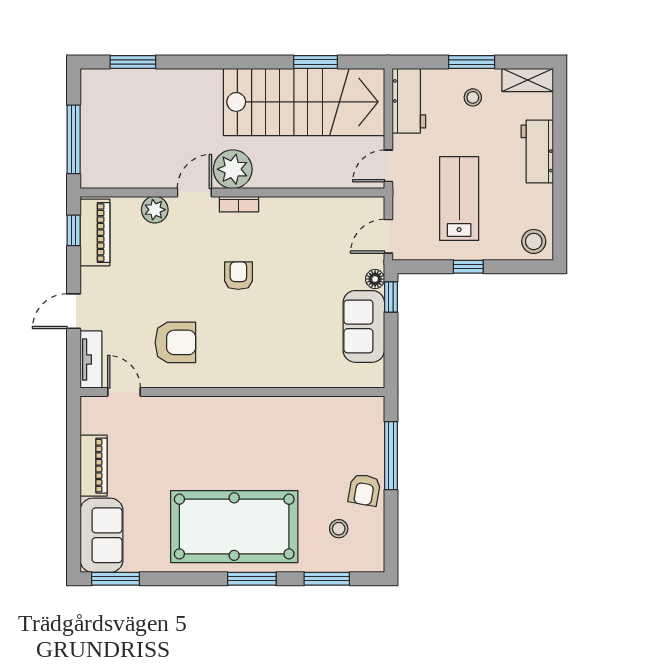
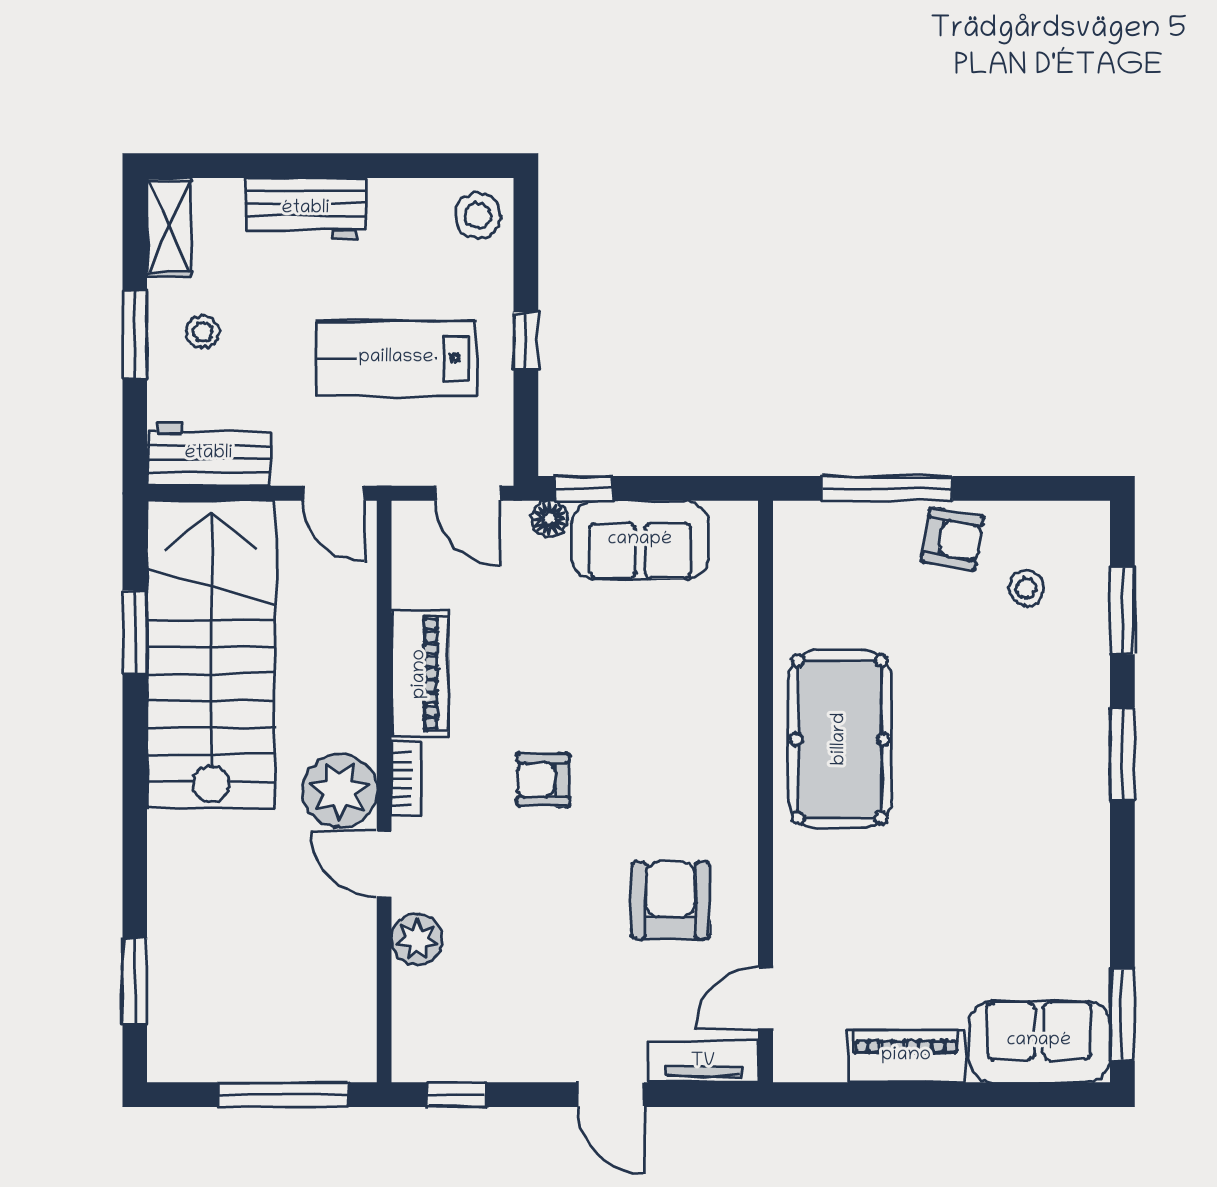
piano: (95, 233) -> (420, 674), moved, turned 90
pool table: (234, 527) -> (840, 739), moved, width x0.73, depth x0.76

